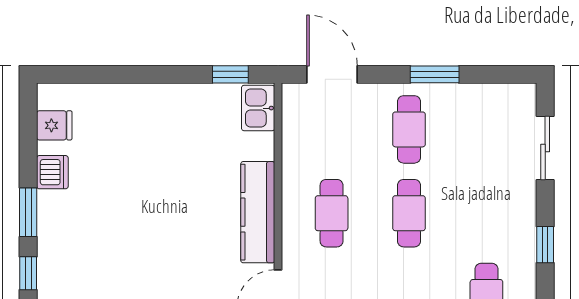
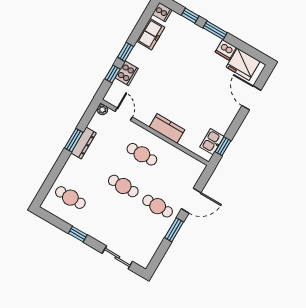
door: (112, 74) -> (251, 98), added
door: (332, 74) -> (191, 201), moved
kitchen sink: (258, 108) -> (212, 142), moved, turned -90
fridge: (54, 125) -> (243, 64), width x1.88, depth x1.34
kitchen counter: (258, 212) -> (167, 128), width x0.67

